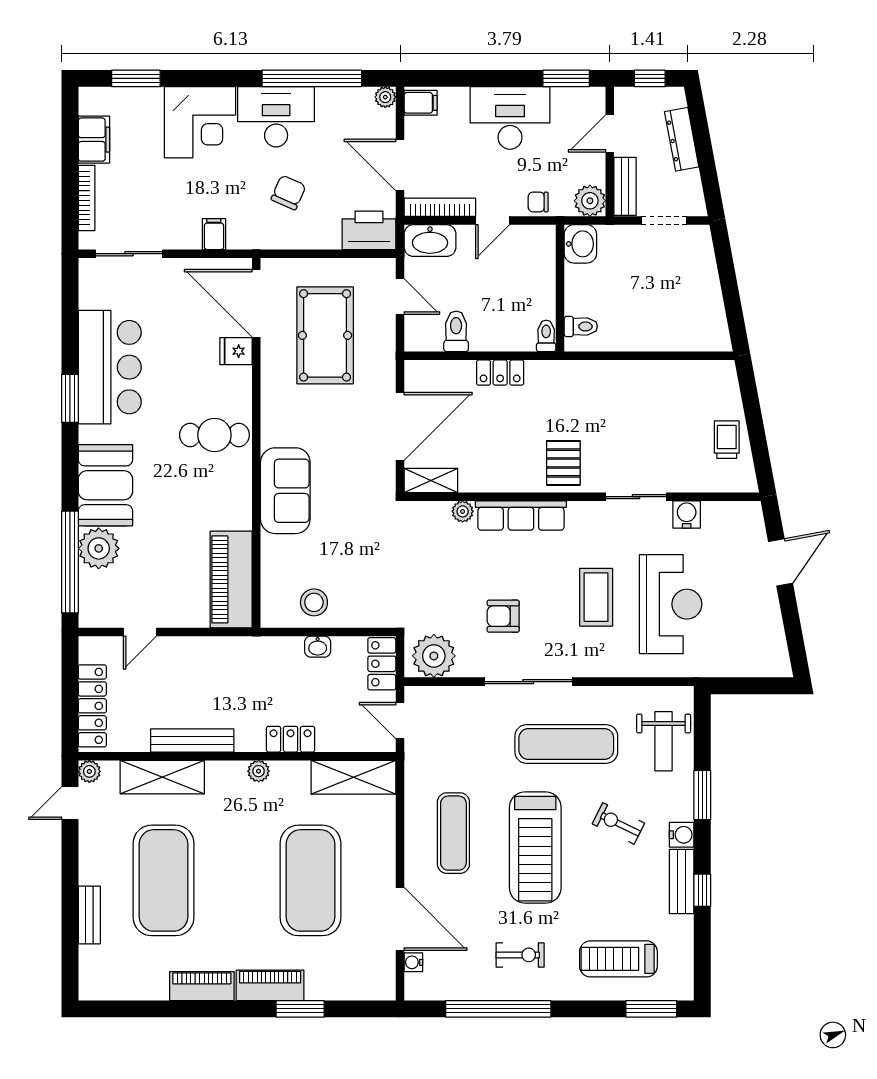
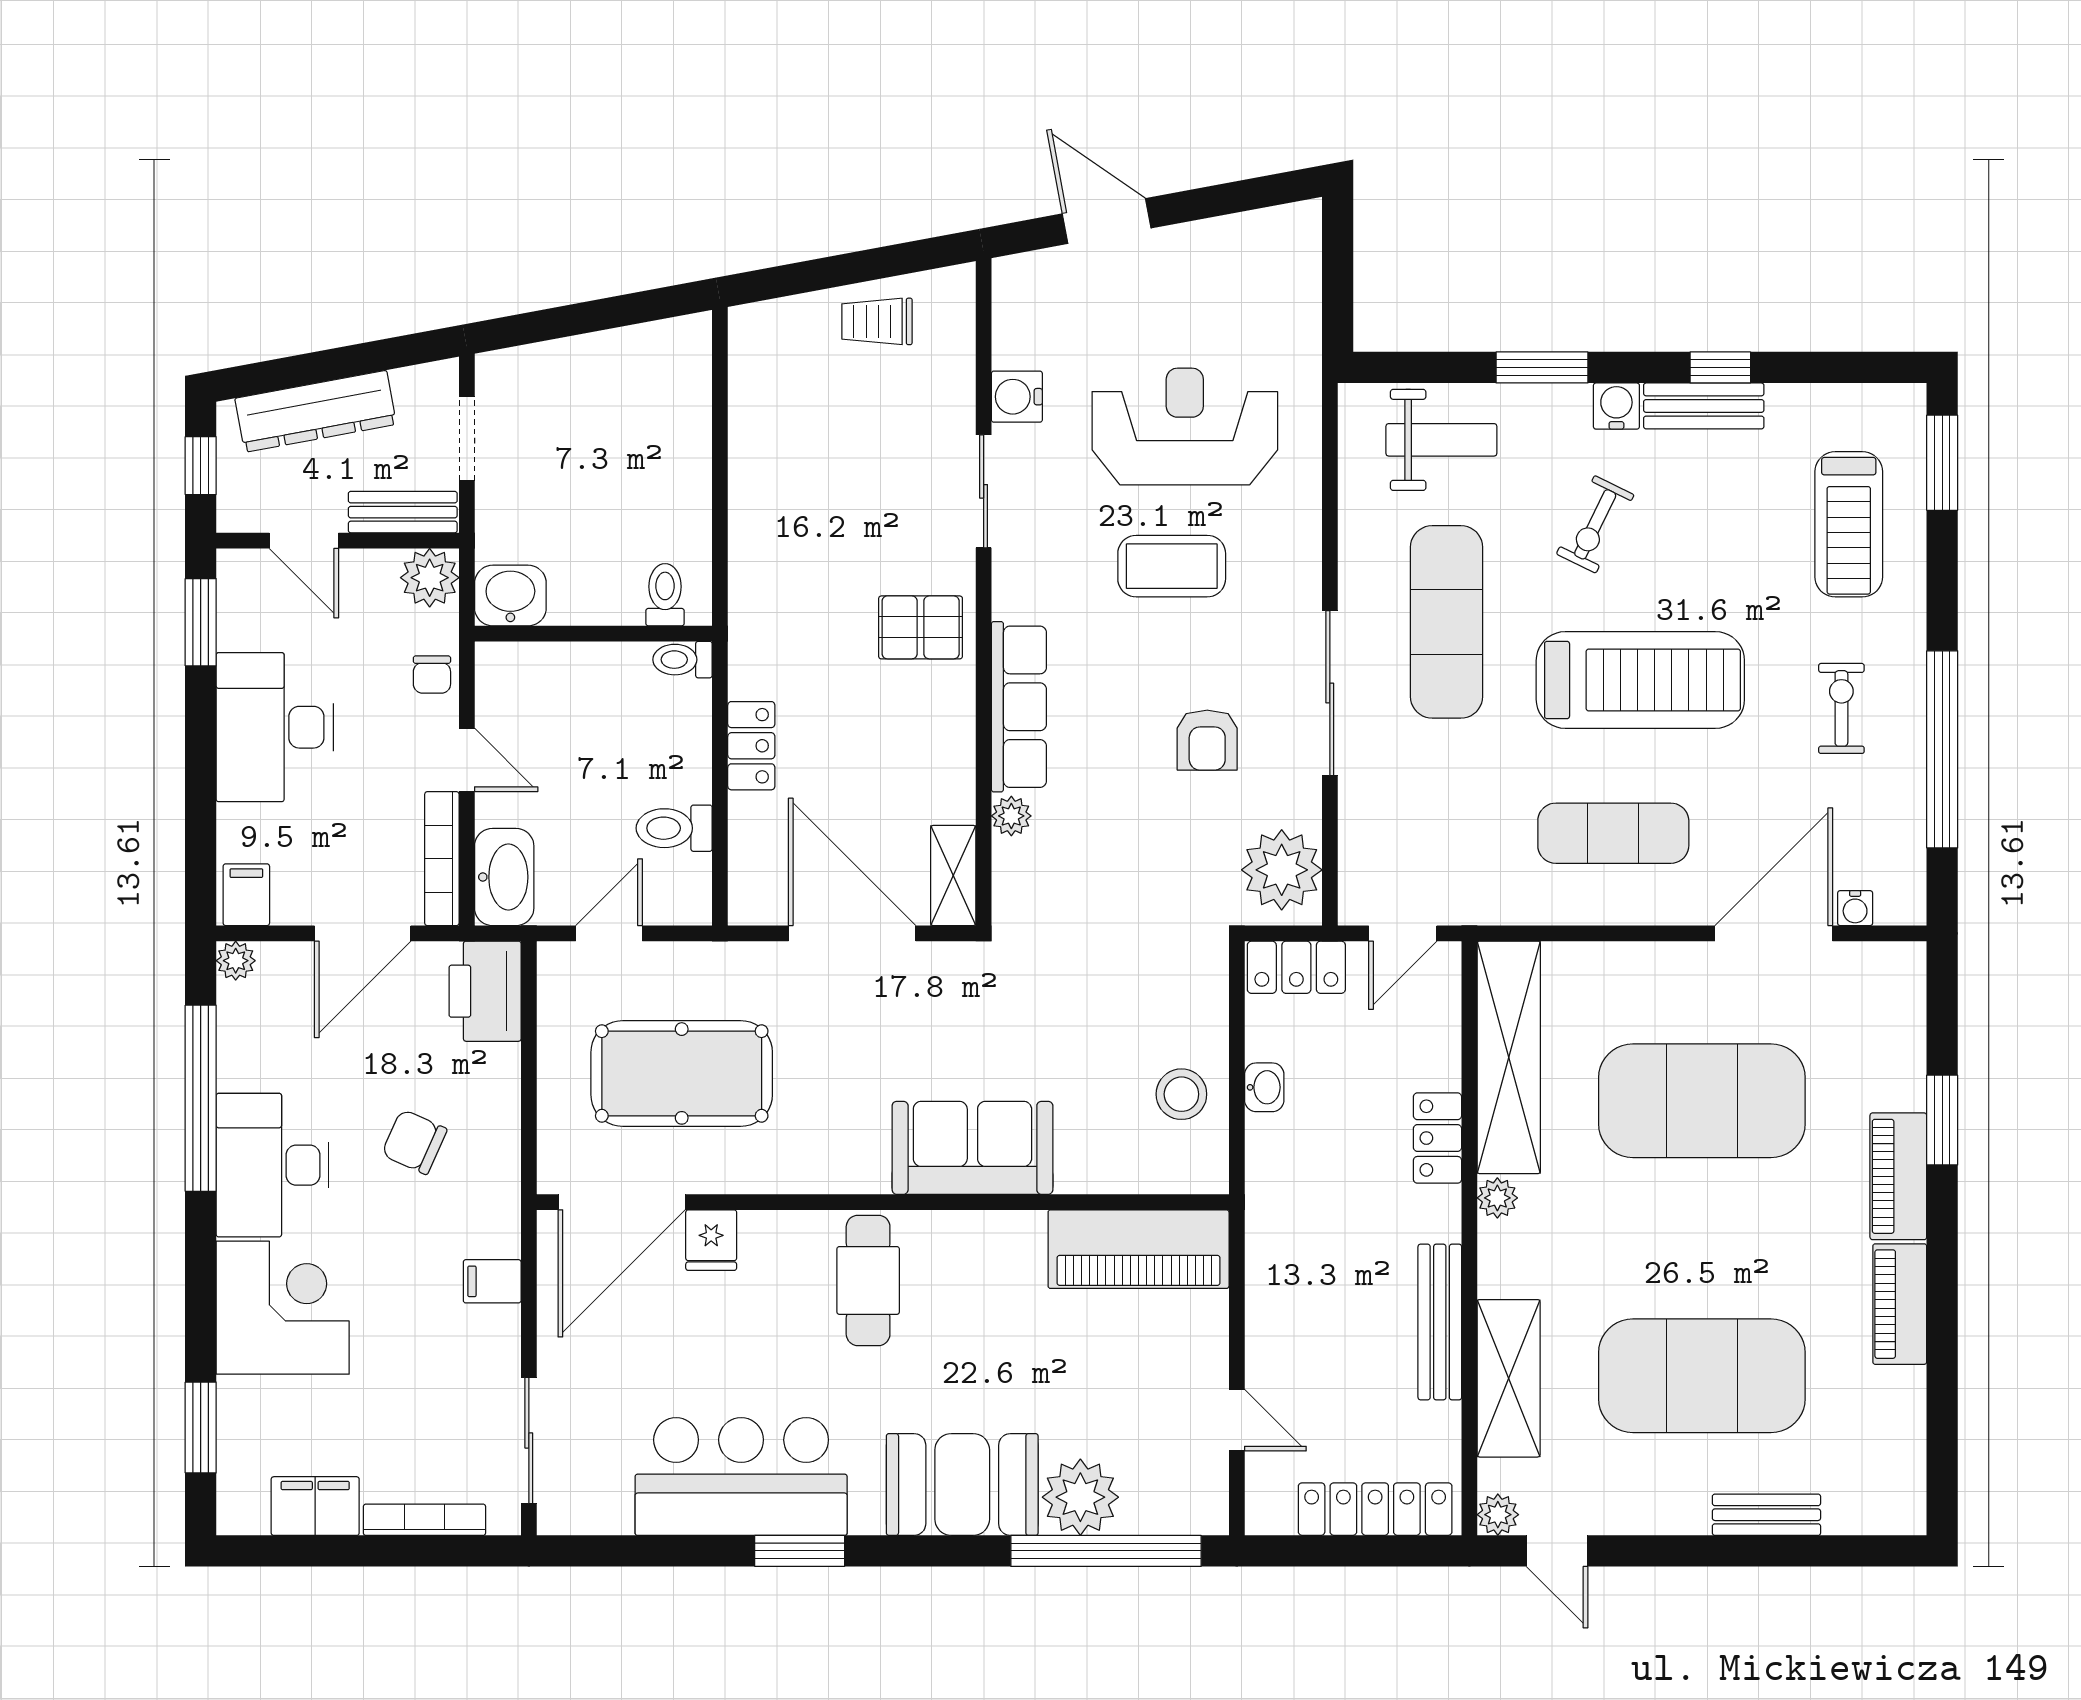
dresser: (682, 139) -> (316, 411), width x1.37, depth x1.24
shelving: (353, 777) -> (1509, 1057), width x1.47

